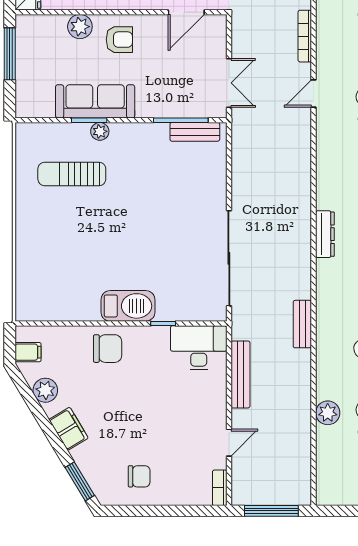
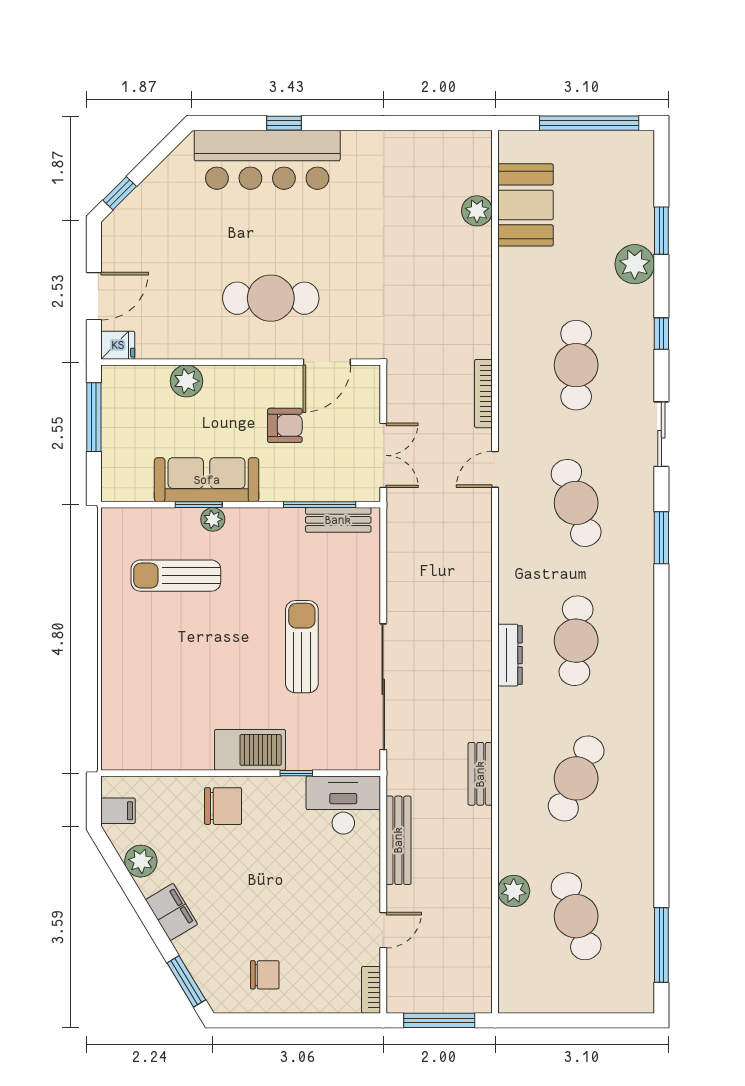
armchair: (119, 40) -> (285, 425), moved
sun lounger: (167, 228) -> (302, 647), added

